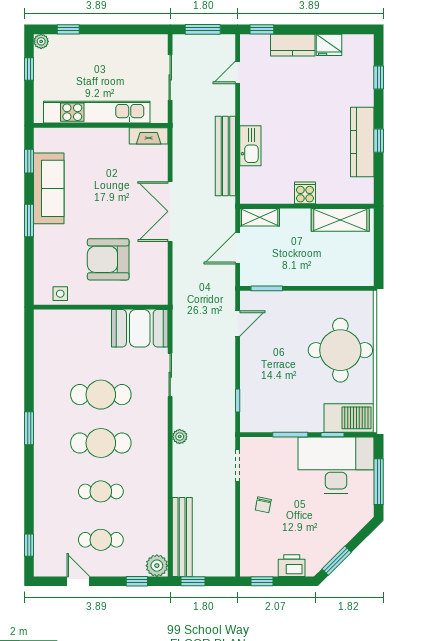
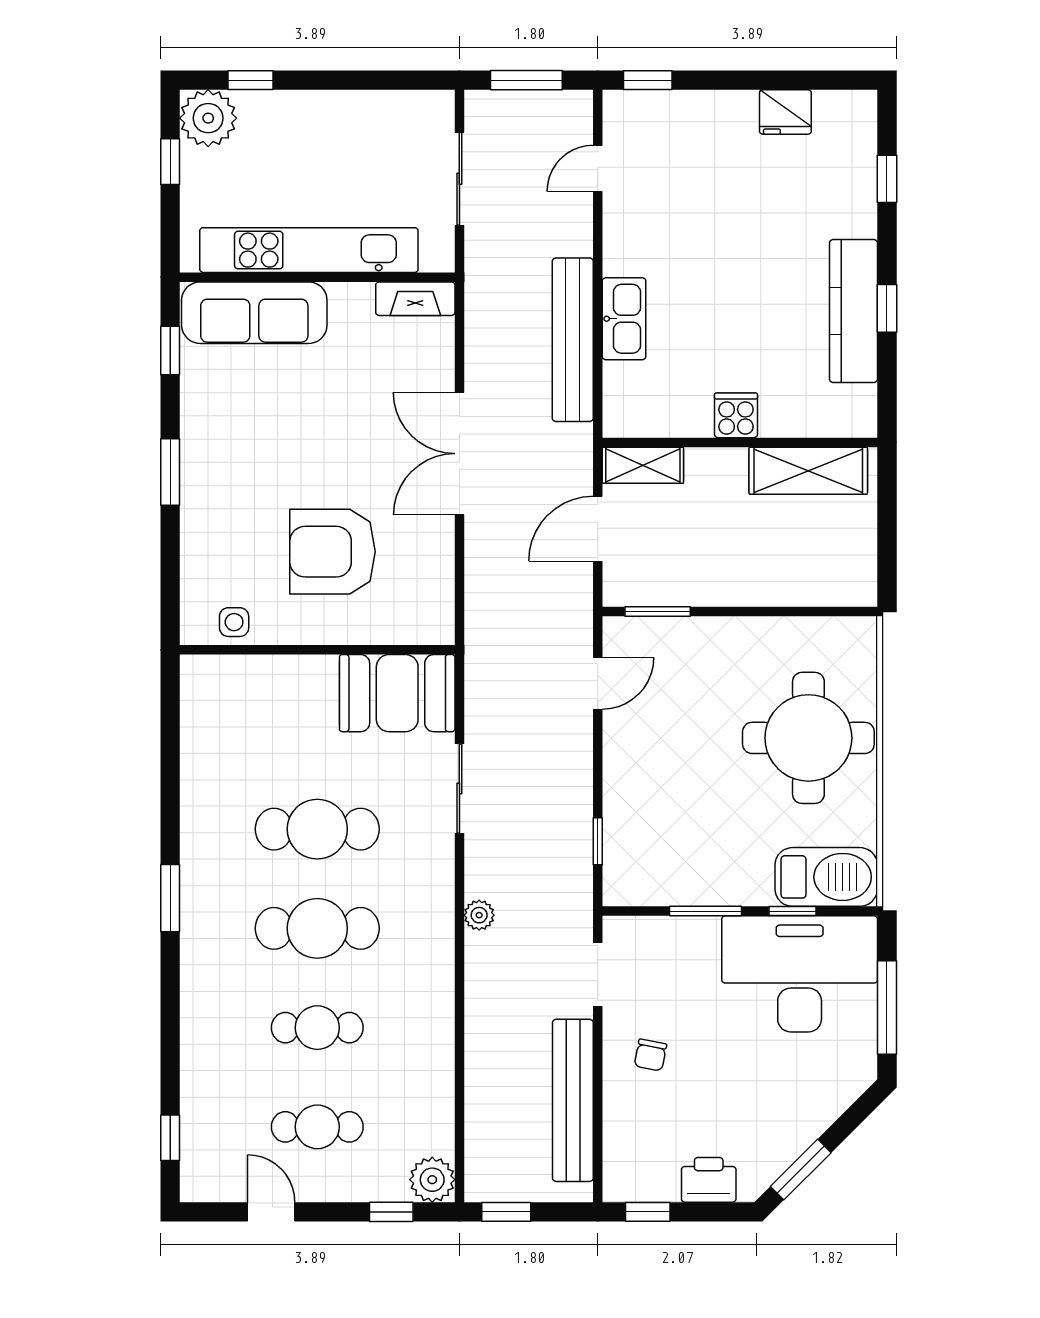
plant: (41, 41) -> (208, 118), width x1.87, depth x1.87
kitchen counter: (293, 45) -> (711, 113), removed
sofa: (49, 188) -> (254, 313), moved, turned 90
bench: (182, 537) -> (573, 1100), moved

